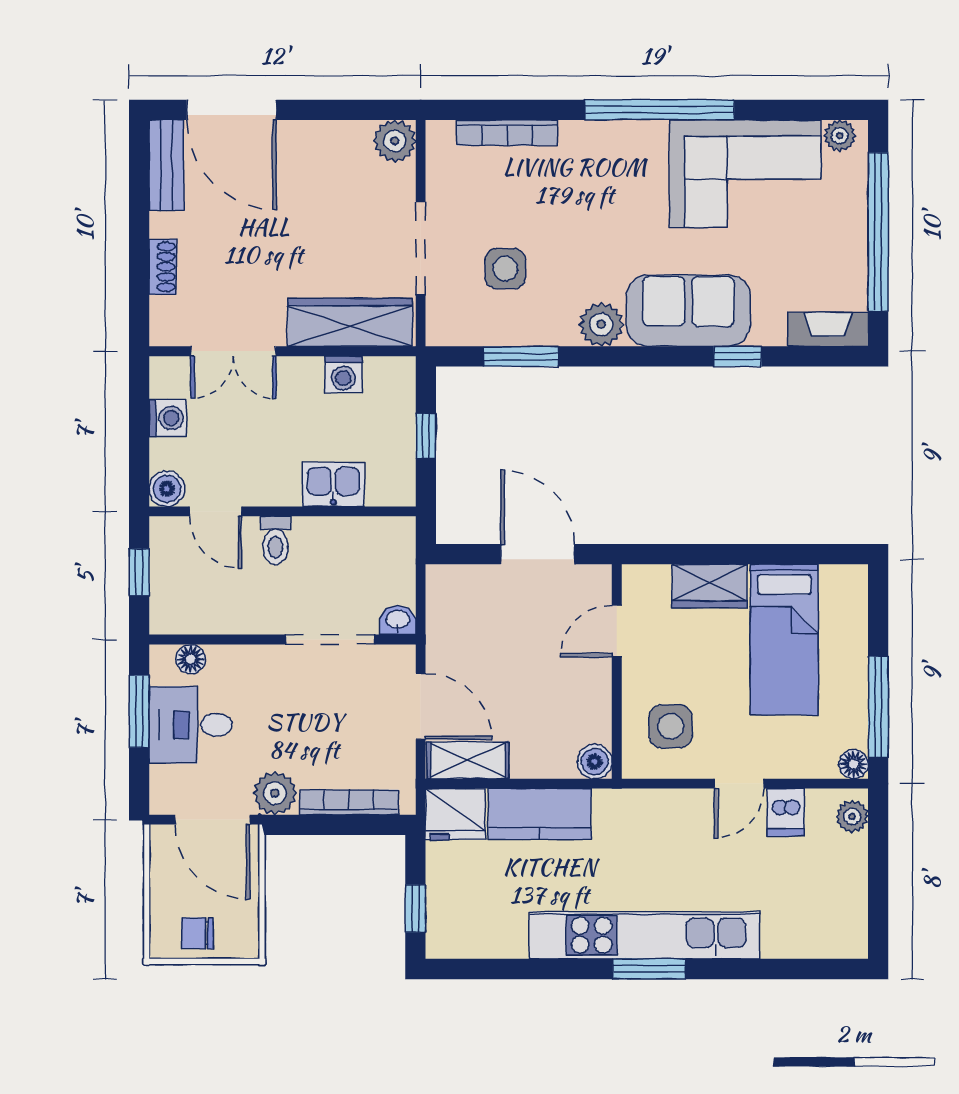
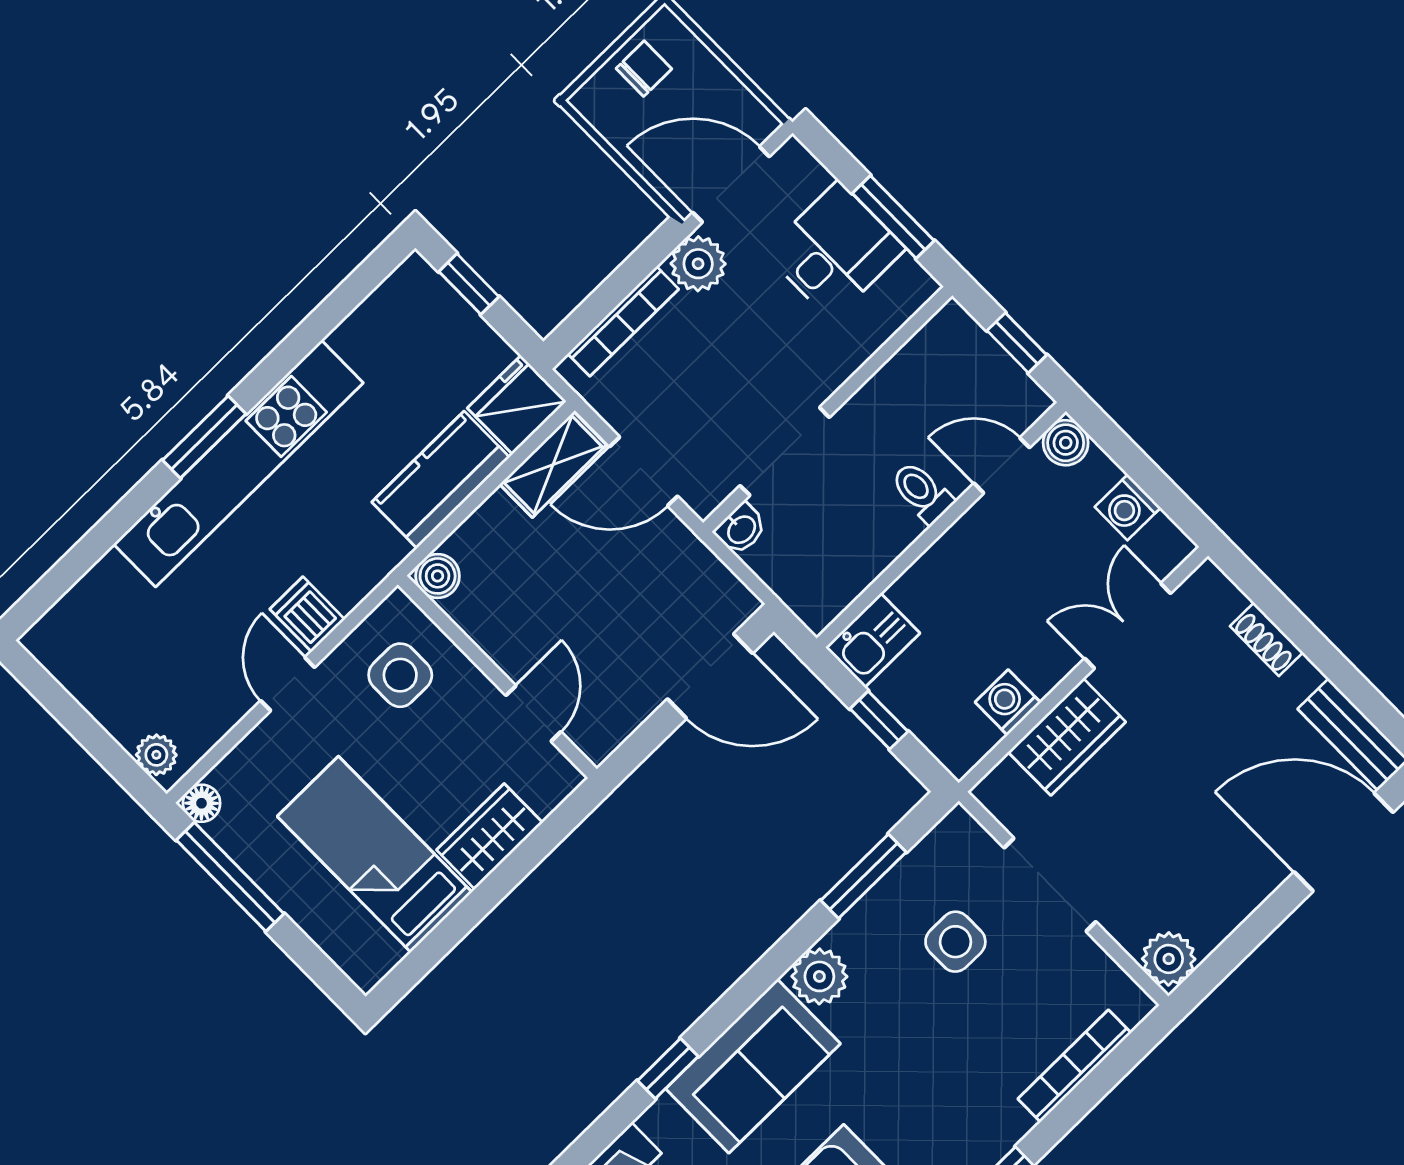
wardrobe: (350, 322) -> (1067, 737), width x0.67
kitchen sink: (333, 484) -> (873, 640), moved
door: (538, 554) -> (710, 676), moved
floor lamp: (191, 659) -> (893, 310), removed
dishwasher: (786, 812) -> (307, 614), moved

